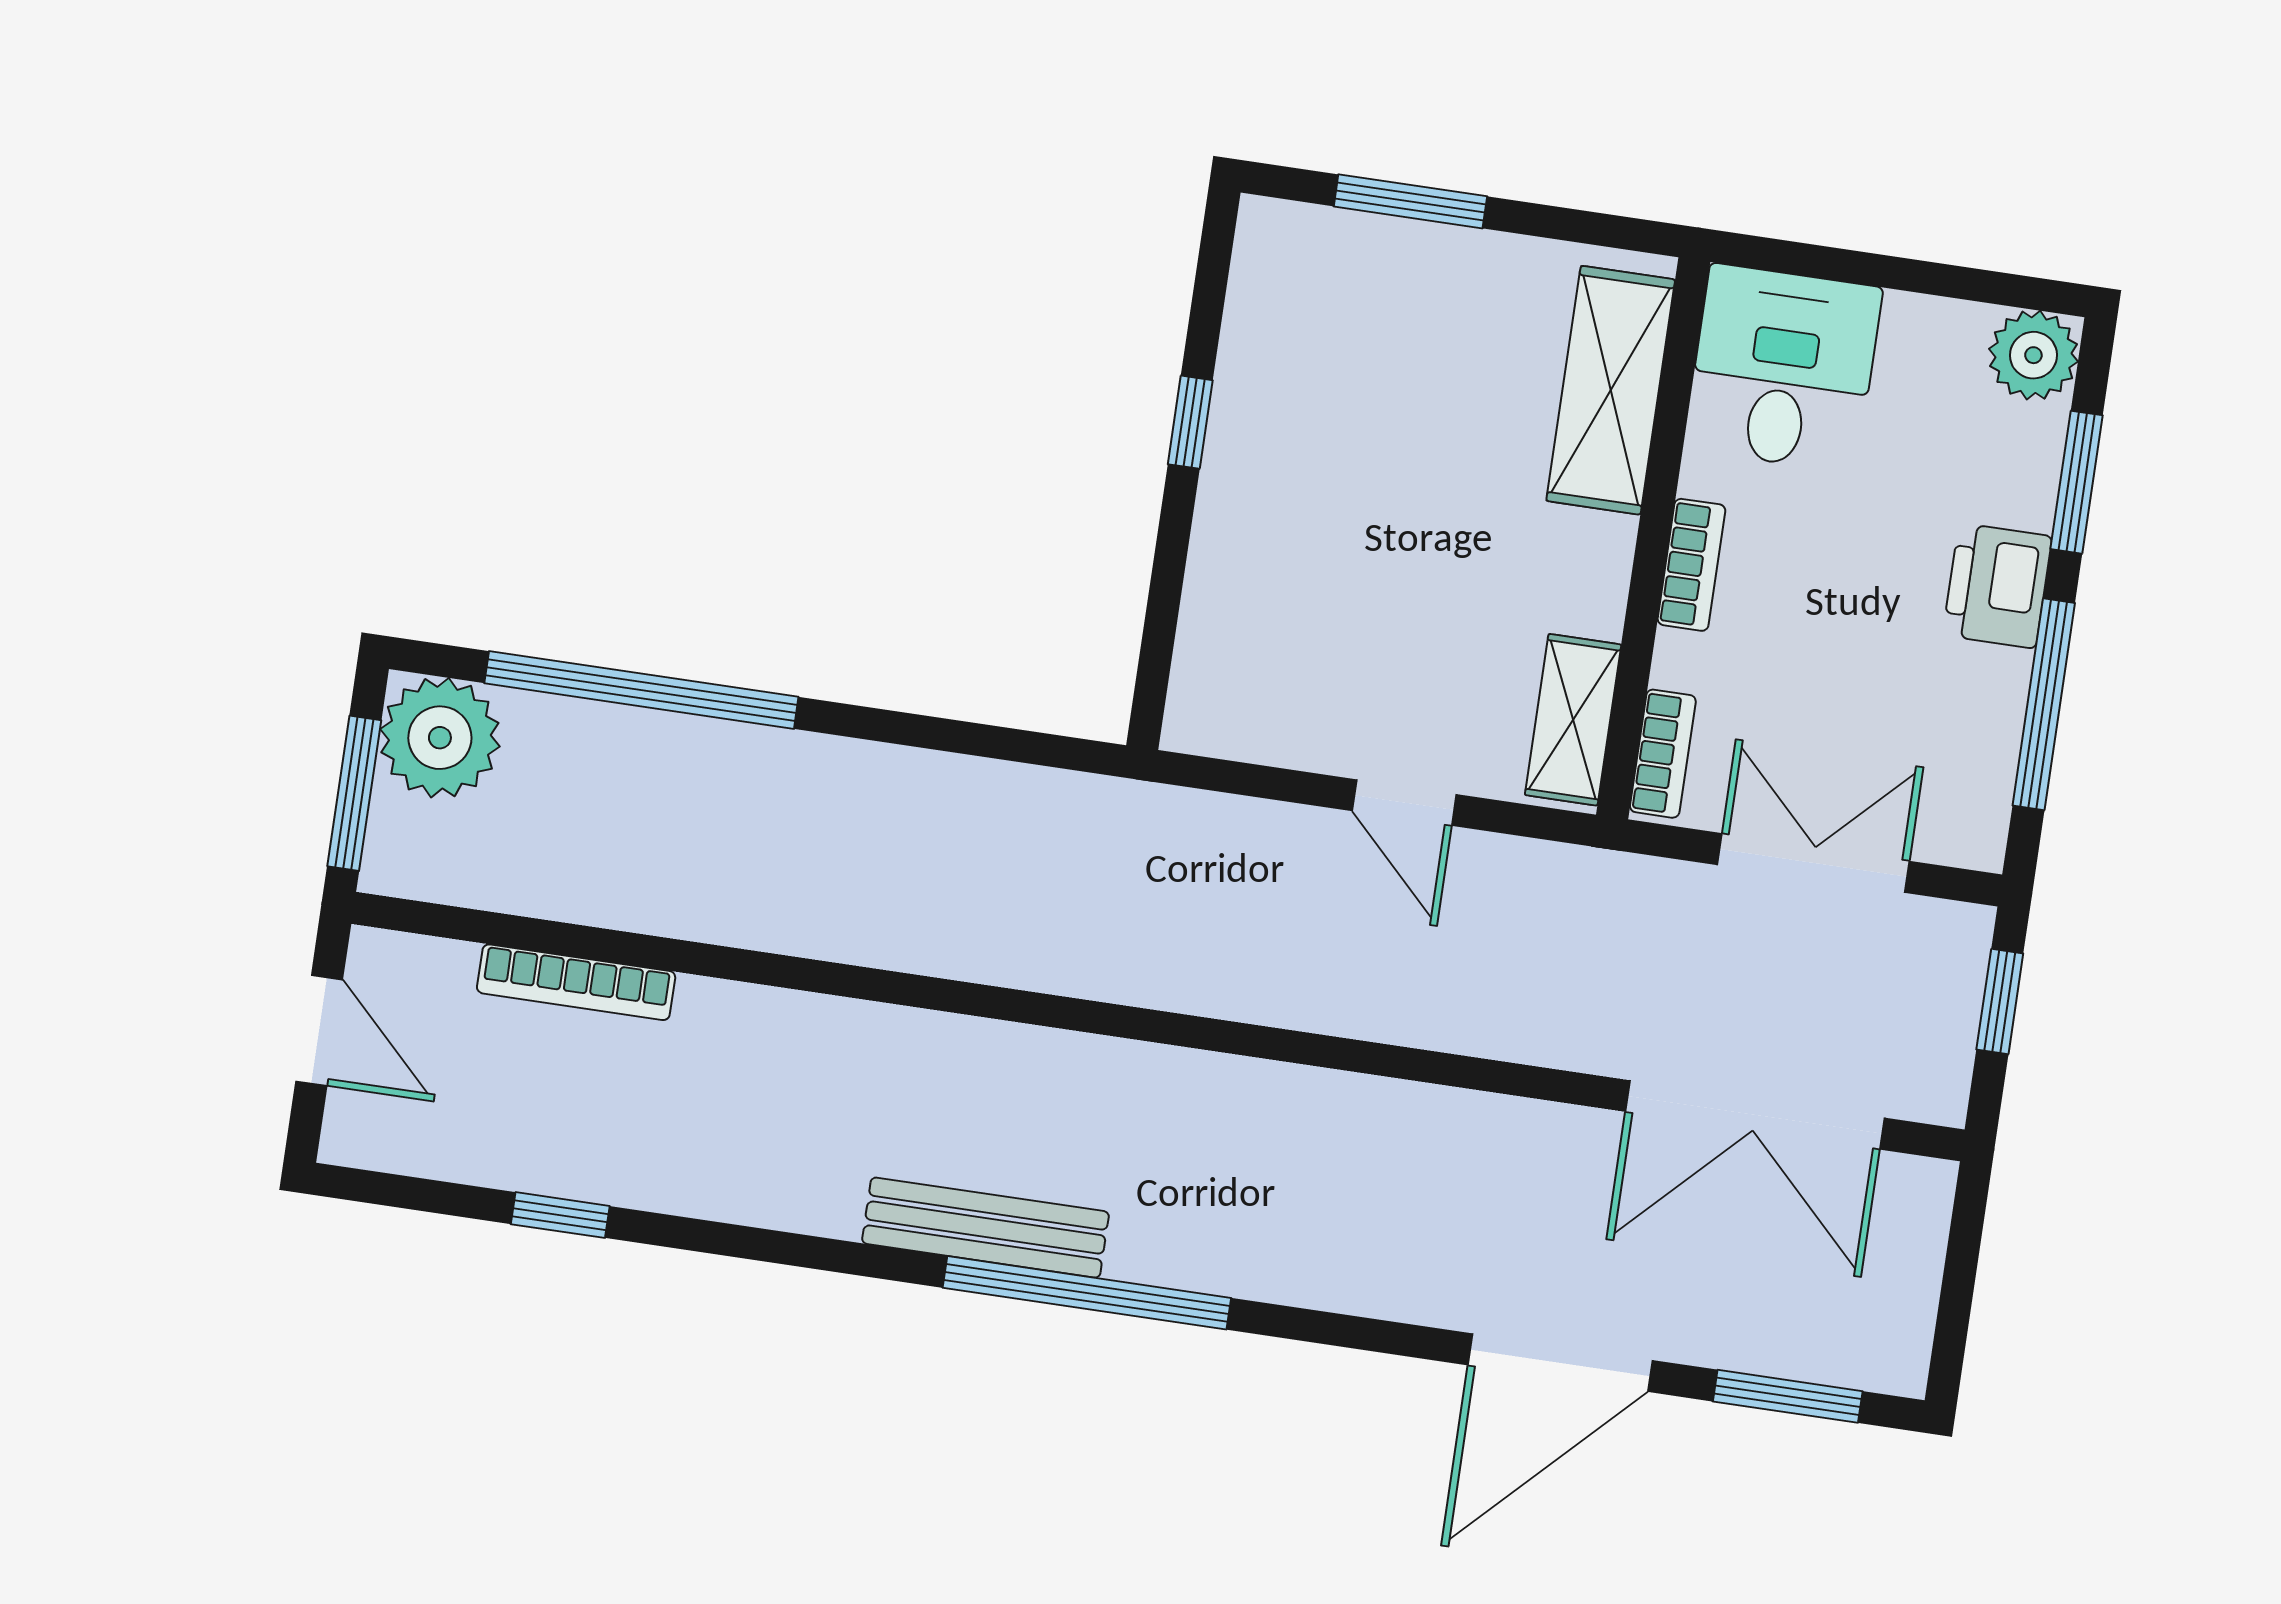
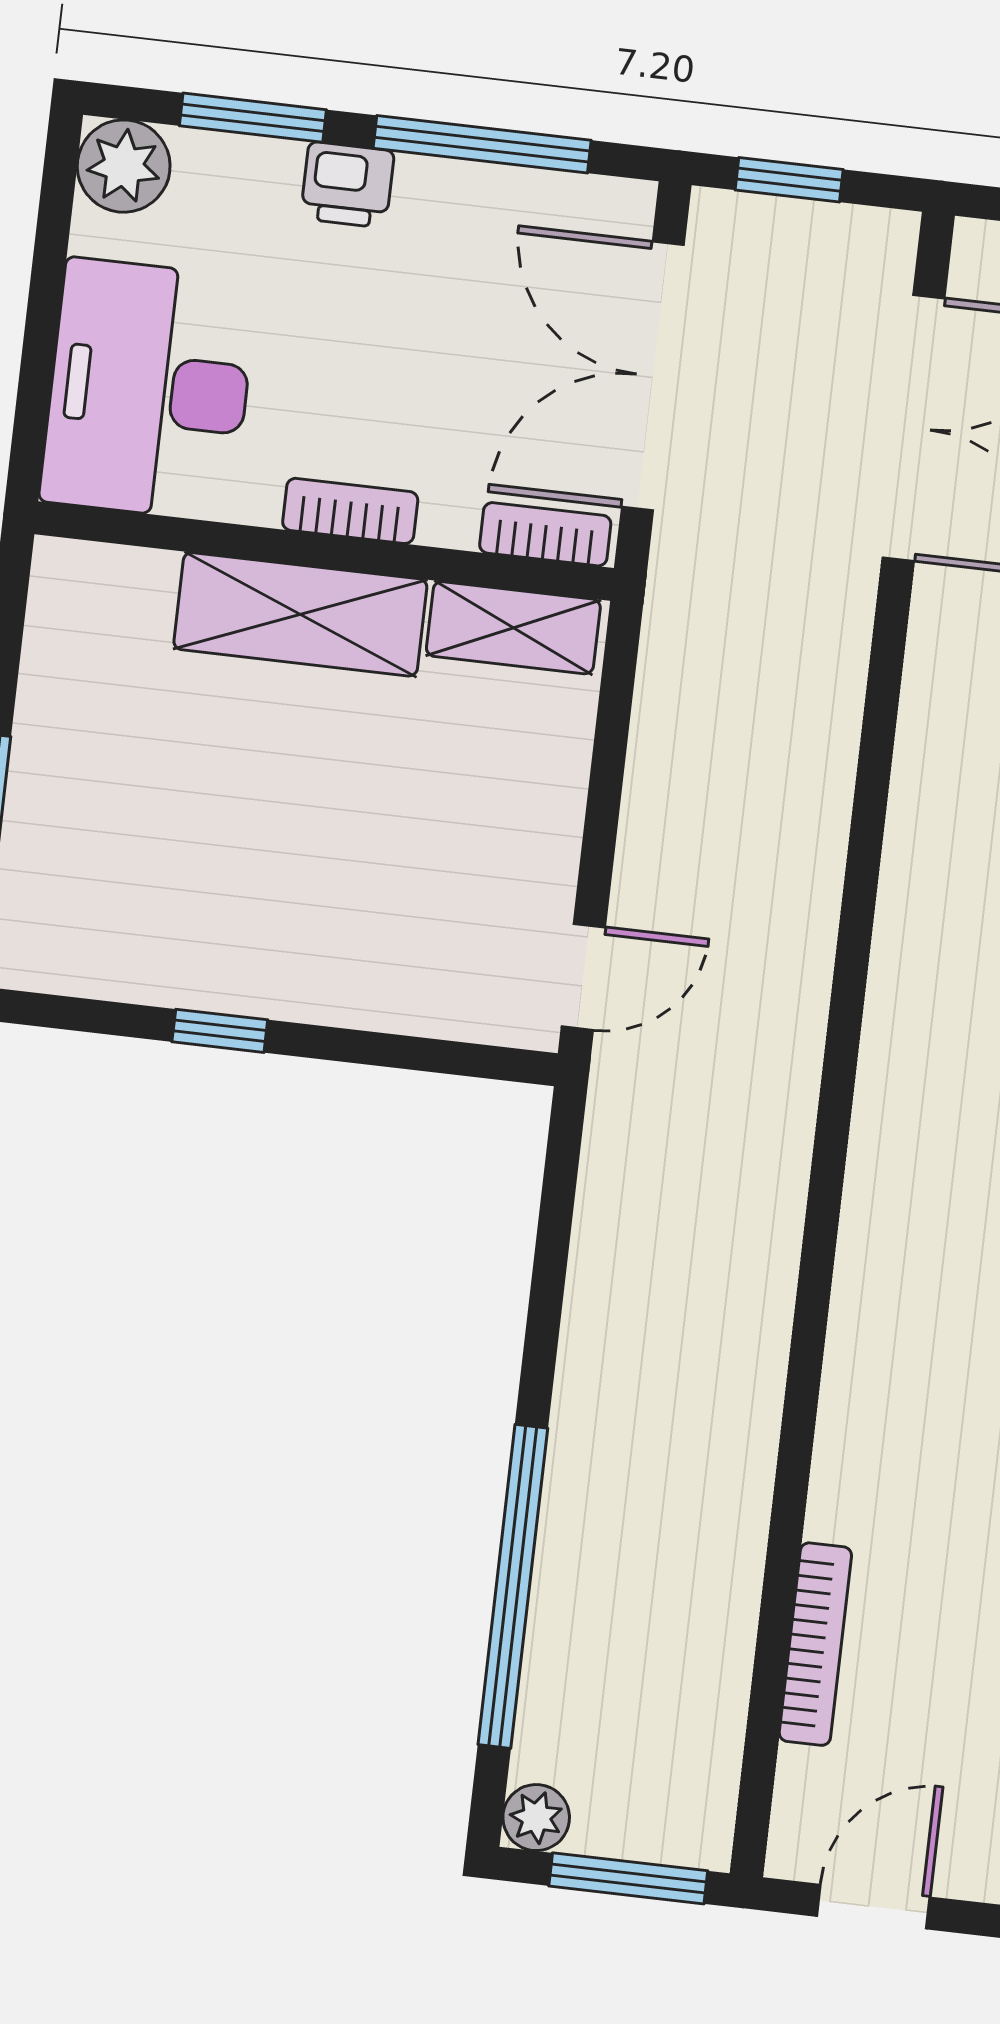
desk: (1783, 368) -> (149, 390), width x1.37
shelving: (1611, 390) -> (300, 614), moved
printer: (1997, 586) -> (347, 185), width x0.73, depth x0.81
plant: (440, 738) -> (536, 1818), width x0.53, depth x0.53
door: (1404, 803) -> (583, 977), moved
double door: (1813, 863) -> (653, 376), width x1.37

